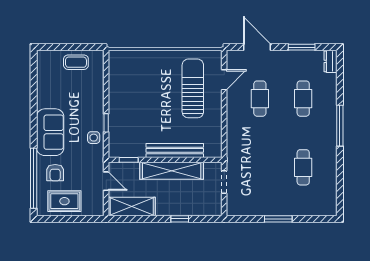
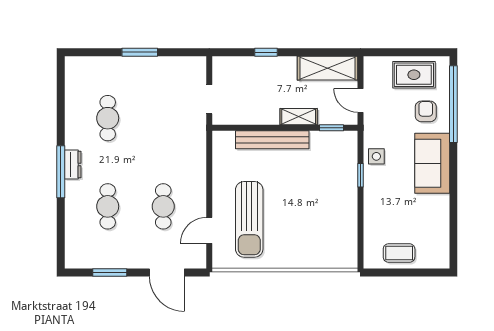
dresser: (330, 61) -> (73, 165), moved
shelving: (172, 171) -> (299, 117), width x0.45, depth x0.75

